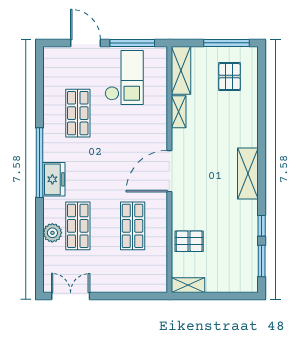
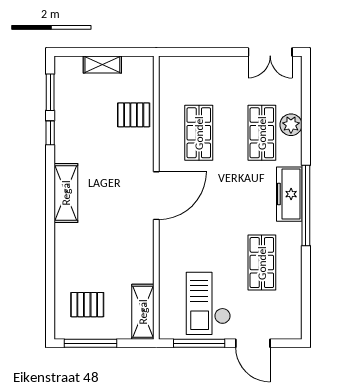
pallet: (229, 77) -> (87, 305), turned 90
shelving: (179, 112) -> (146, 264), removed
freezer: (54, 179) -> (289, 194), width x1.40
shelving: (188, 285) -> (102, 65), moved

